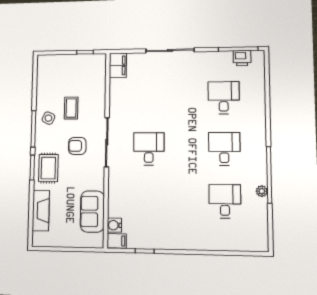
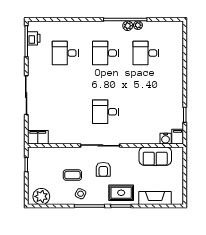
plant: (46, 71) -> (41, 196), added
plant: (261, 178) -> (128, 26), added

